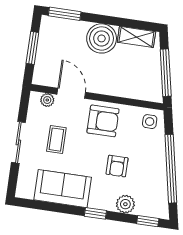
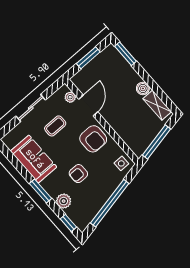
boiler: (102, 38) -> (143, 88), width x0.54, depth x0.54
window: (95, 213) -> (41, 191), width x1.50

